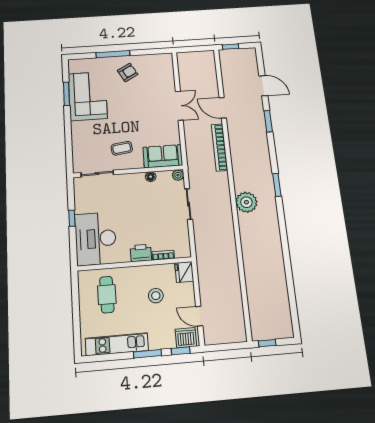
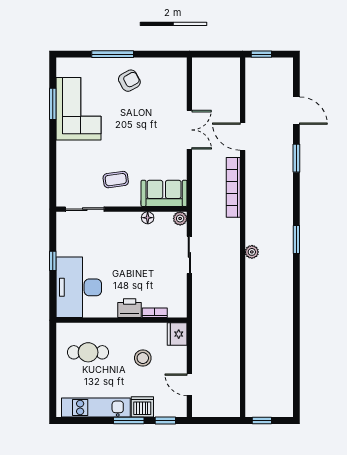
plant: (246, 202) -> (252, 252), width x0.53, depth x0.53
cafe table: (107, 295) -> (88, 352), turned 90
dishwasher: (186, 338) -> (142, 407), moved

